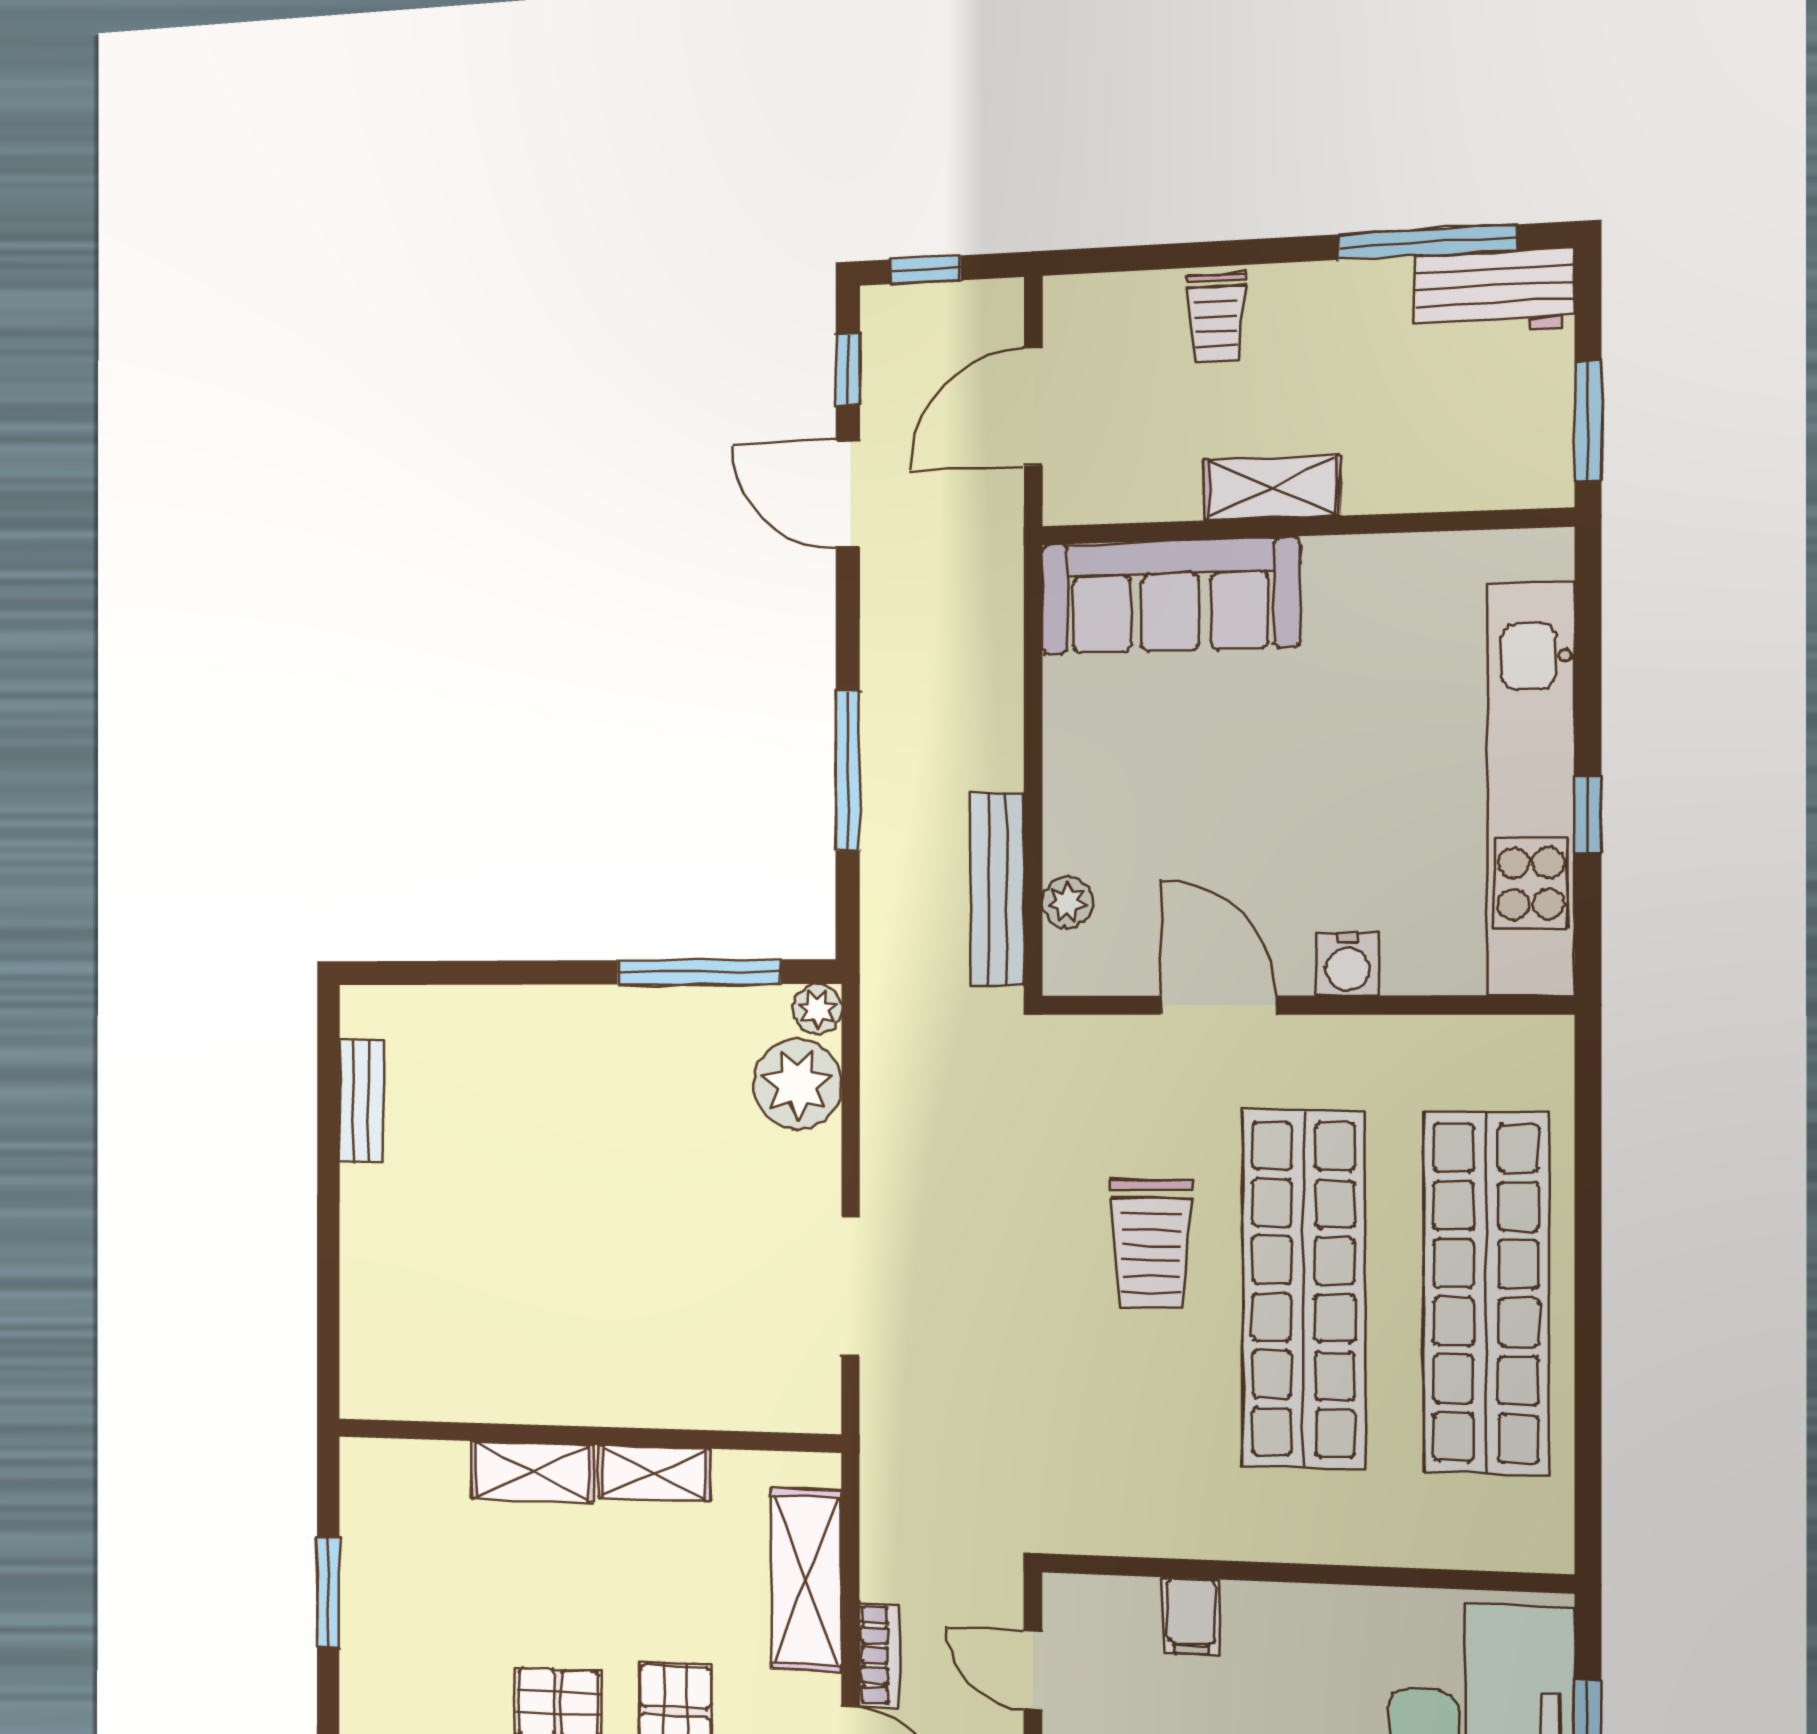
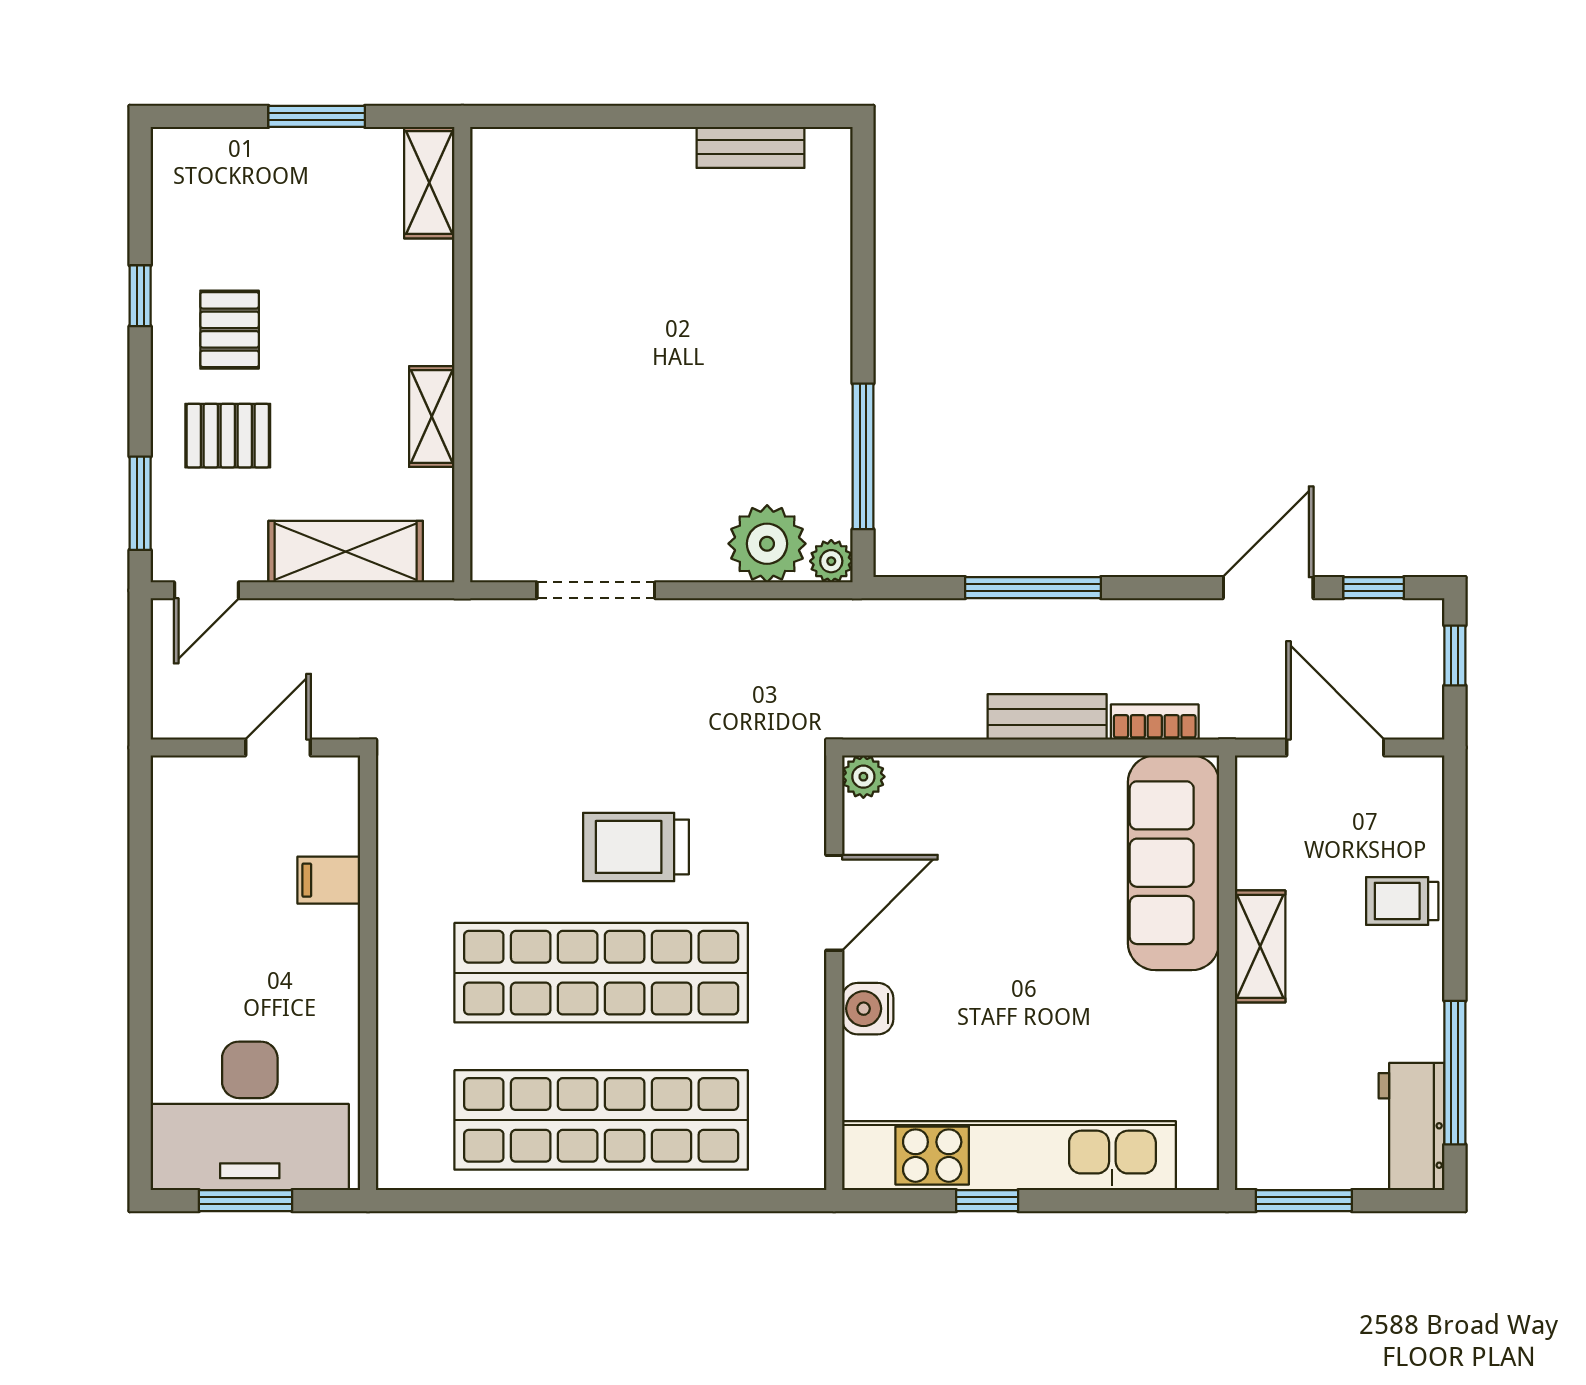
bench: (997, 889) -> (1047, 717), moved, width x0.73
plant: (1068, 902) -> (863, 777), moved
shelving: (532, 1472) -> (429, 183), moved
bookcase: (880, 1655) -> (1155, 722), moved, turned 180

